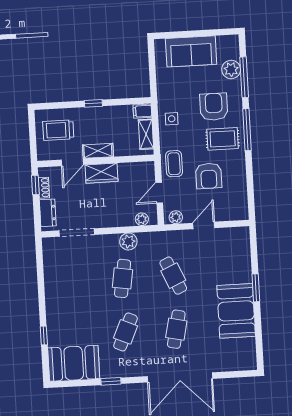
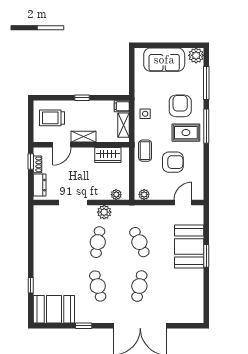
plant: (231, 69) -> (196, 55), moved
wardrobe: (102, 173) -> (108, 155), moved
armchair: (209, 176) -> (173, 162), turned -90
door: (159, 193) -> (132, 174), removed
door: (204, 225) -> (183, 202), moved
doorway: (77, 233) -> (73, 202), moved
booth: (236, 311) -> (189, 247), moved
cafe table: (126, 332) -> (98, 286), turned -39

